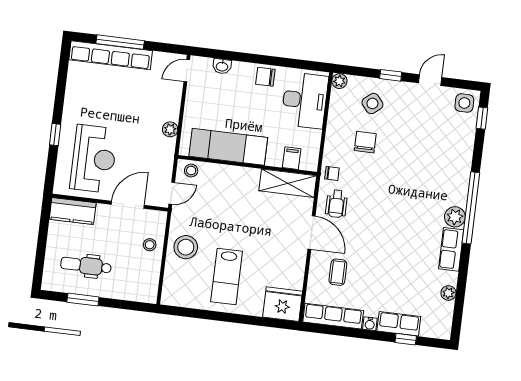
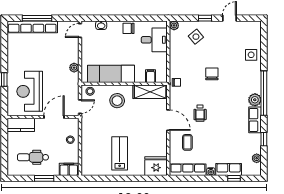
desk: (305, 100) -> (154, 40), width x0.73
side table: (464, 103) -> (251, 55), moved
window: (482, 118) -> (264, 139), moved
chair: (365, 142) -> (212, 74), moved
reception desk: (94, 159) -> (30, 91), turned 180
wheelchair: (337, 204) -> (200, 113), moved
stool: (186, 247) -> (117, 101), moved
lab bench: (227, 277) -> (120, 153), turned 180
filing cabinet: (141, 292) -> (69, 169), added
plant: (448, 293) -> (257, 158), moved
window: (83, 300) -> (44, 178), moved

